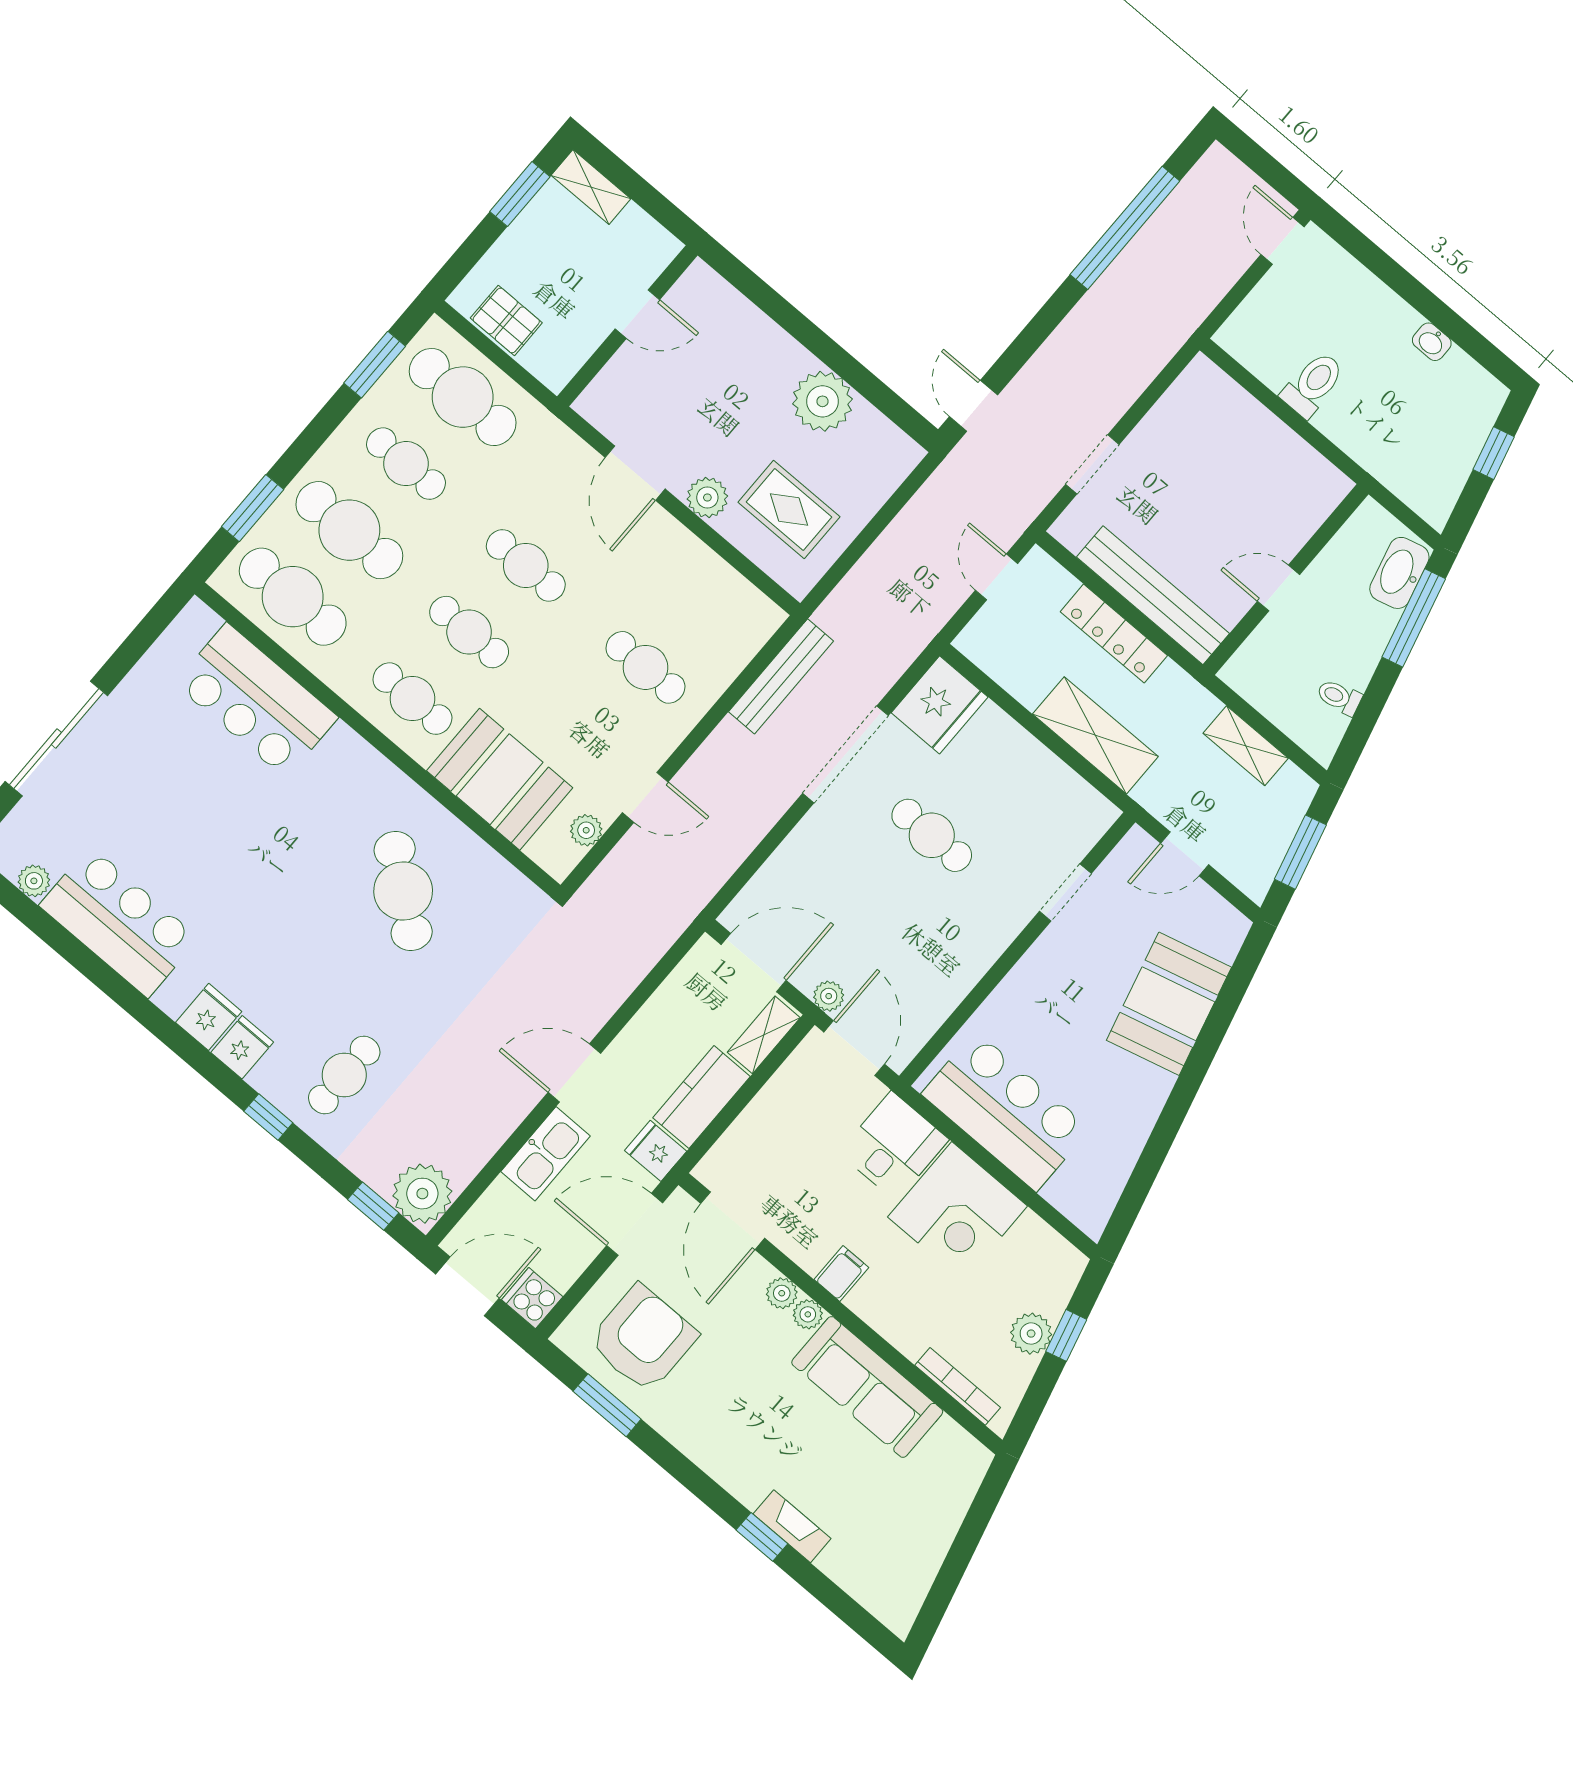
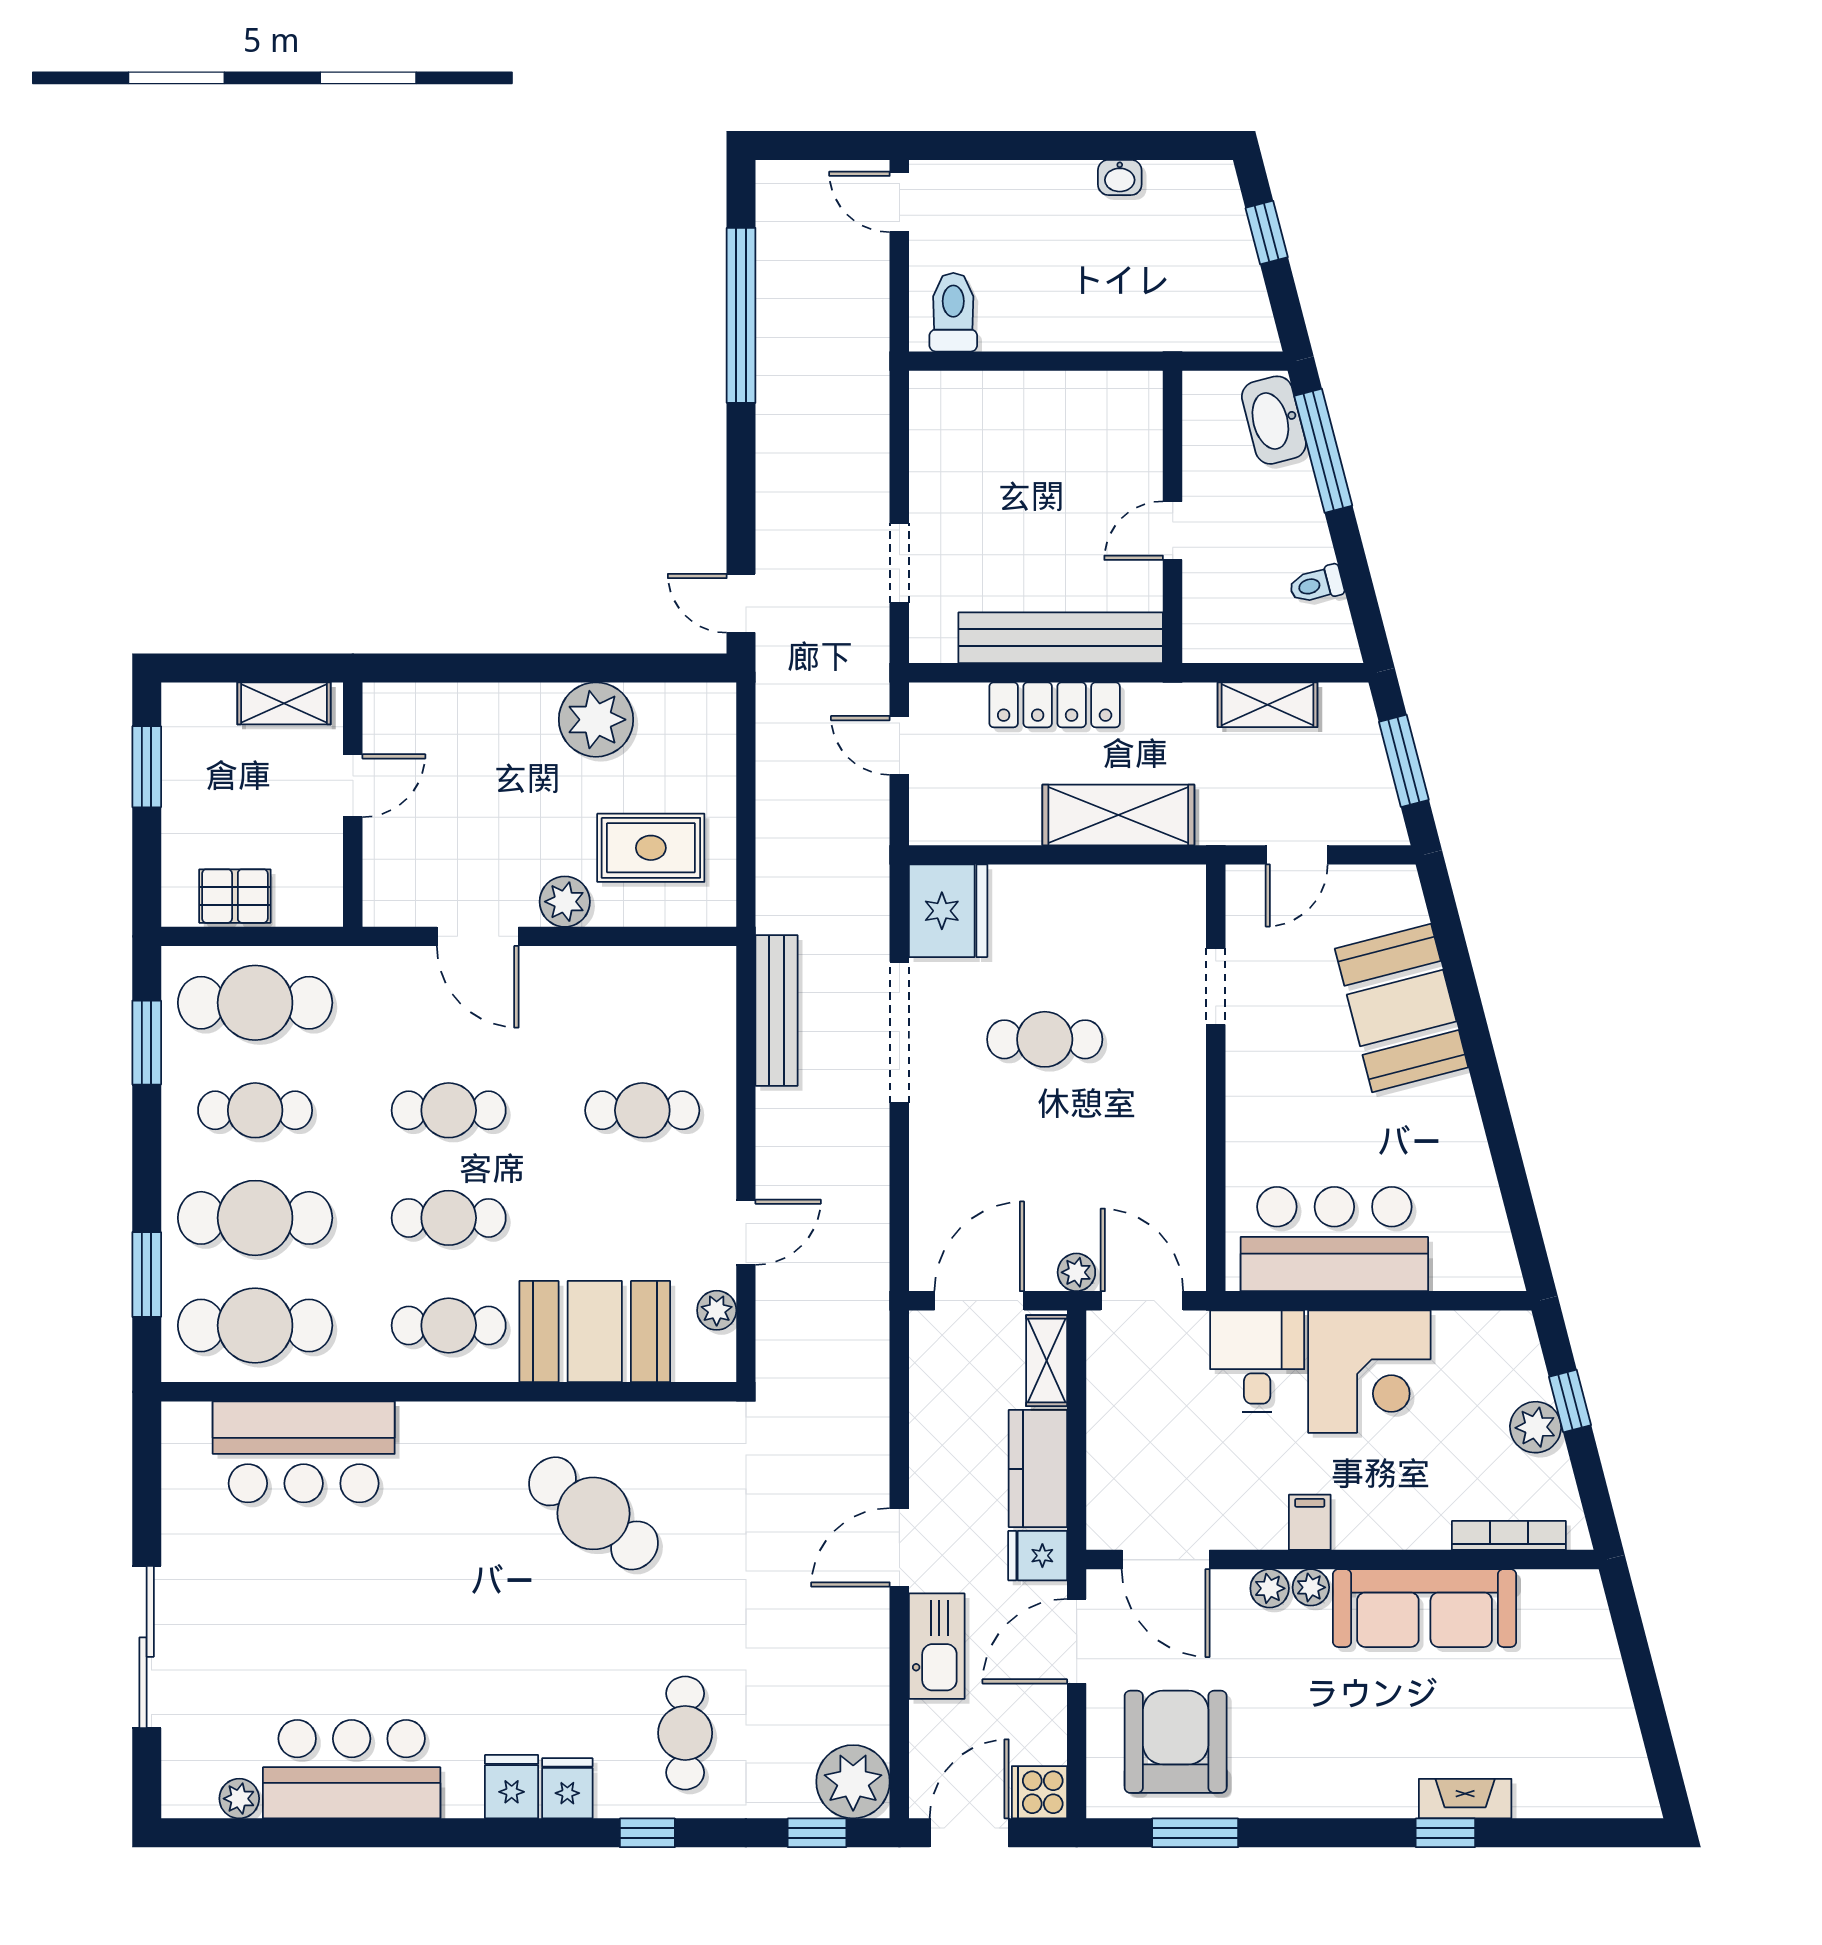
shelving: (591, 187) -> (284, 703), moved
toilet: (1313, 384) -> (953, 312), moved

